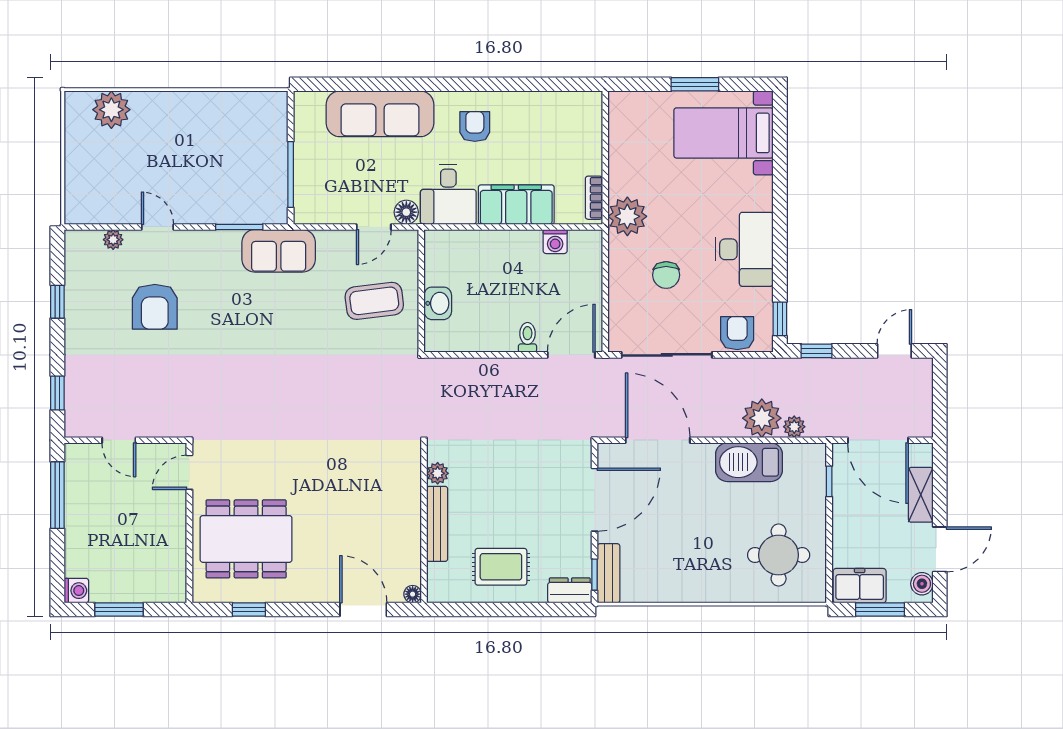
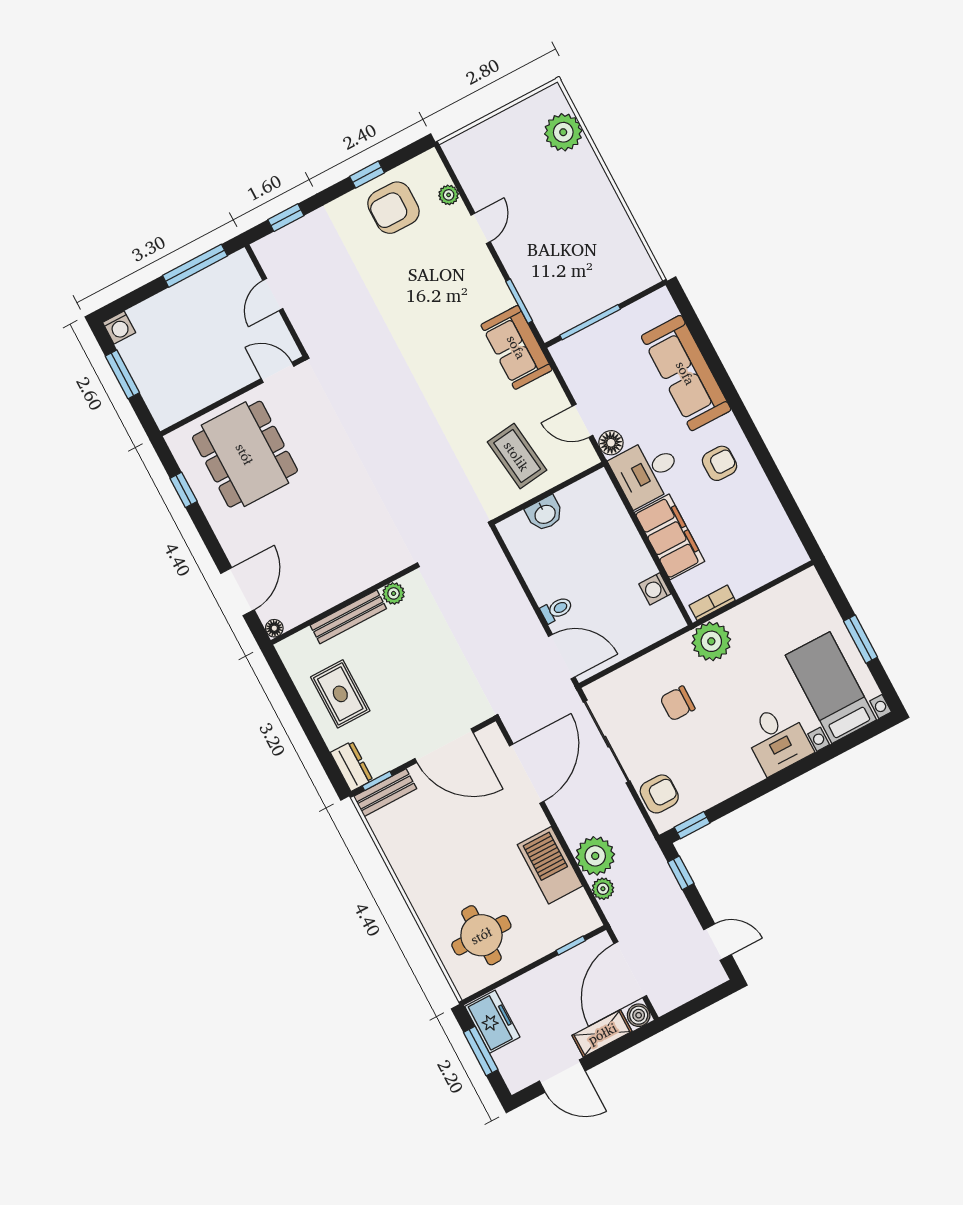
desk: (744, 249) -> (777, 739), moved, width x0.73
armchair: (155, 307) -> (393, 208), moved
boiler: (922, 584) -> (639, 1015), moved

